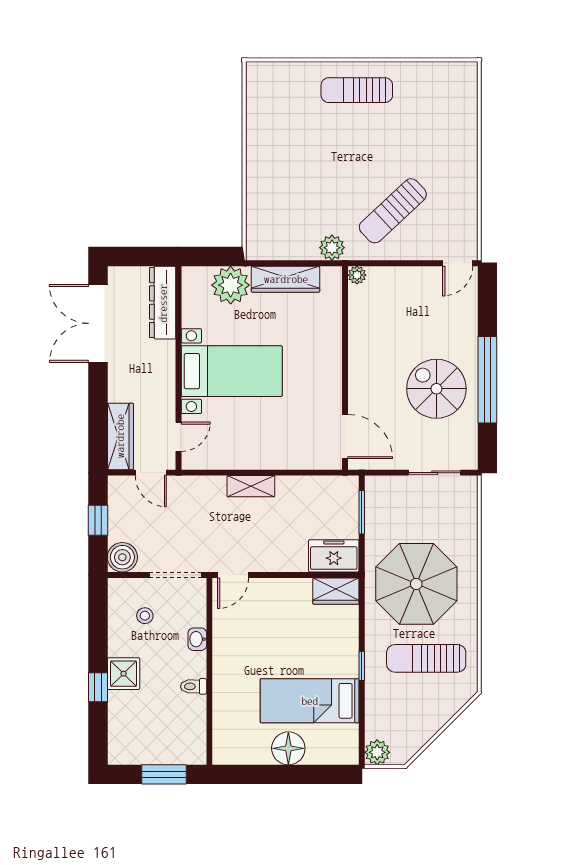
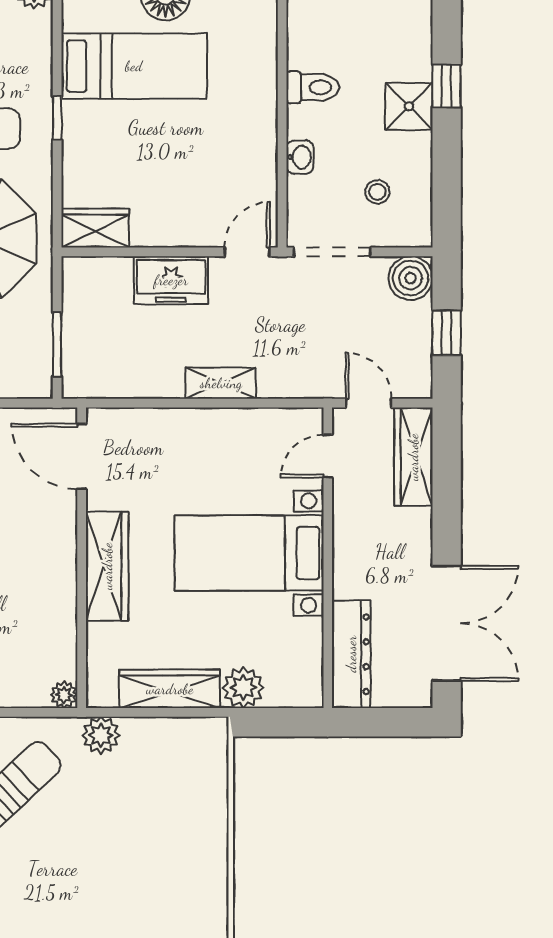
plant: (231, 285) -> (243, 688), width x0.73, depth x0.73
wardrobe: (328, 362) -> (107, 566), added
freezer: (334, 556) -> (171, 280), moved
toilet: (194, 686) -> (313, 87), width x1.37, depth x1.39

